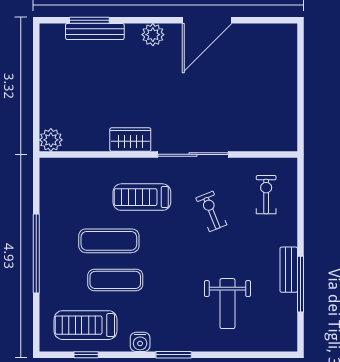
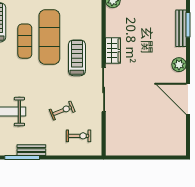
exercise bike: (211, 211) -> (62, 111), moved
exercise mat: (109, 241) -> (49, 37), width x1.36, depth x1.45

